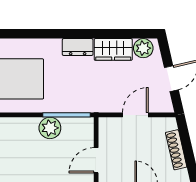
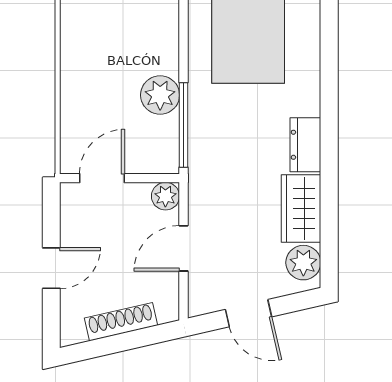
door: (135, 115) -> (184, 248), swing flipped
plant: (106, 125) -> (165, 196), added
door: (96, 160) -> (102, 178), hinge flipped

